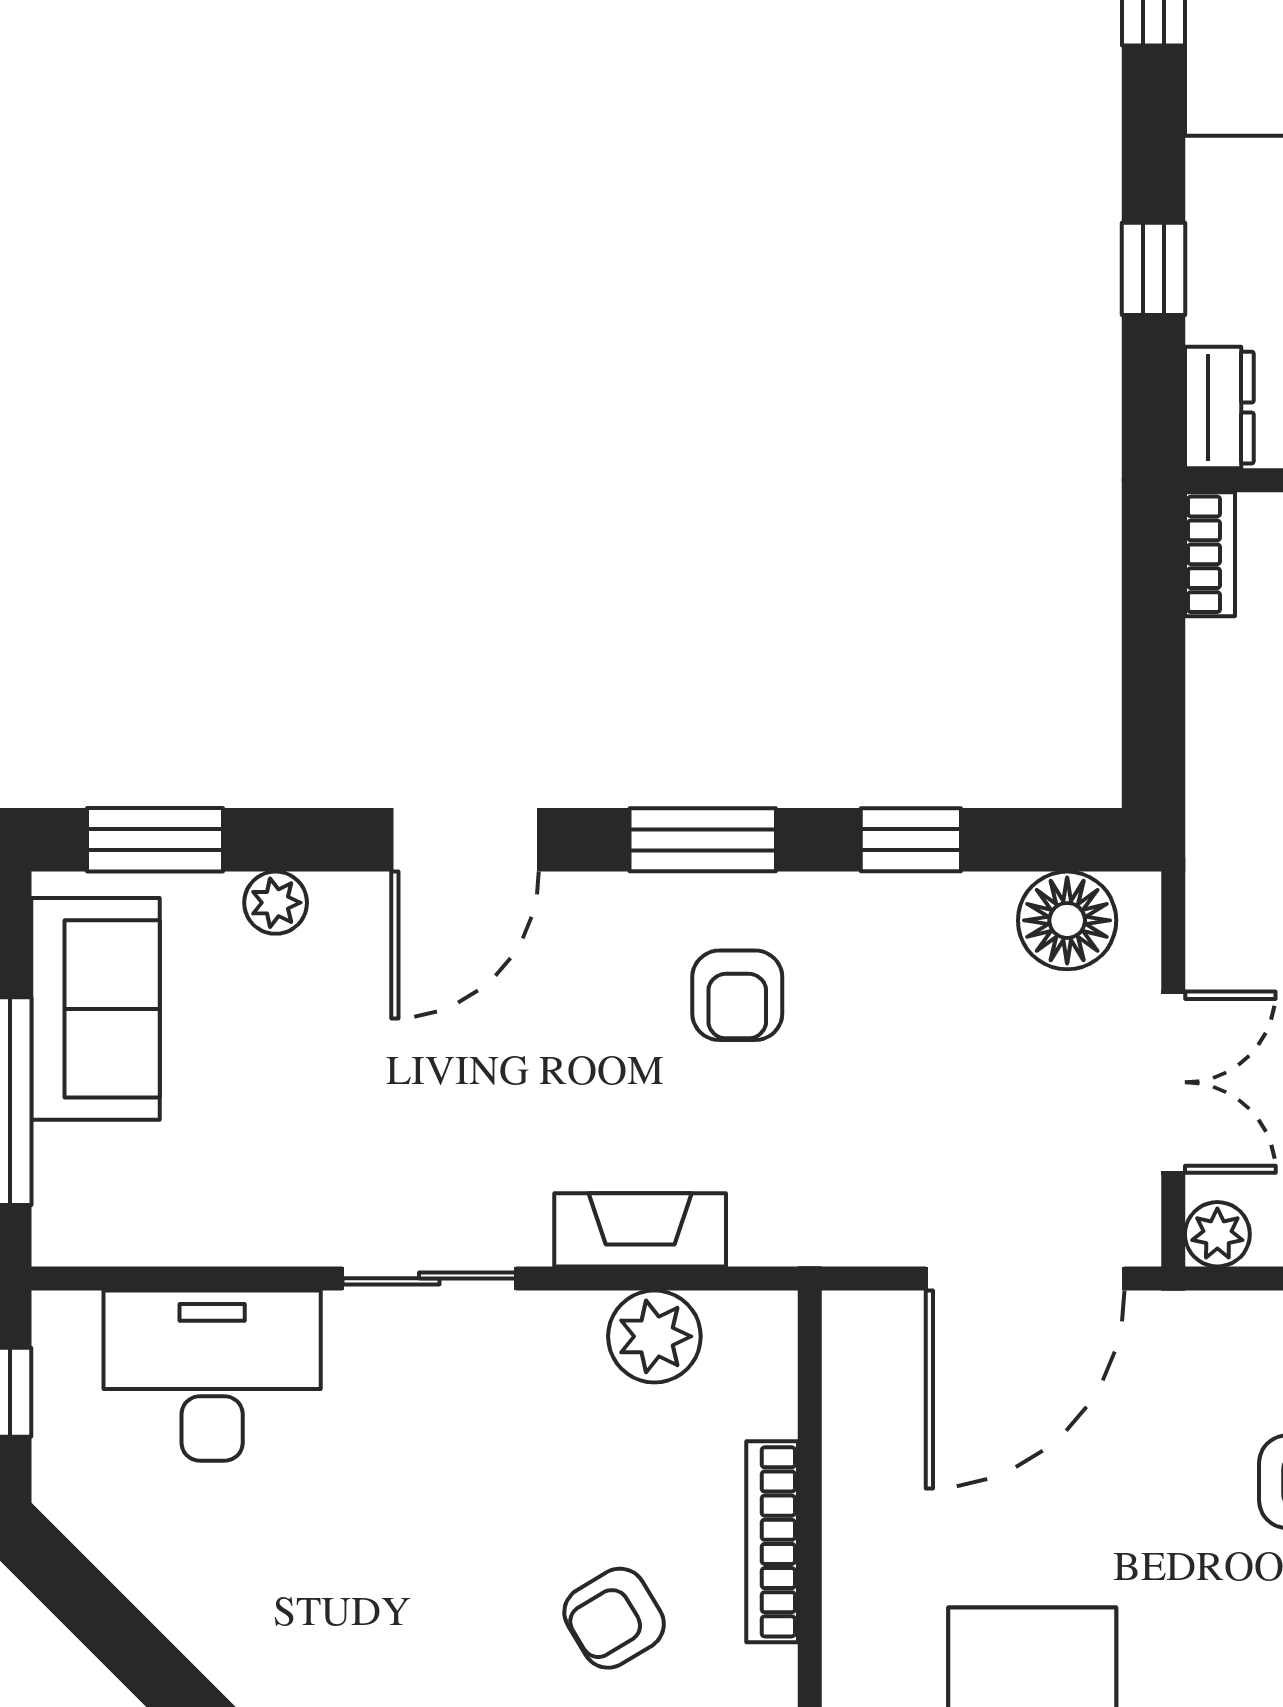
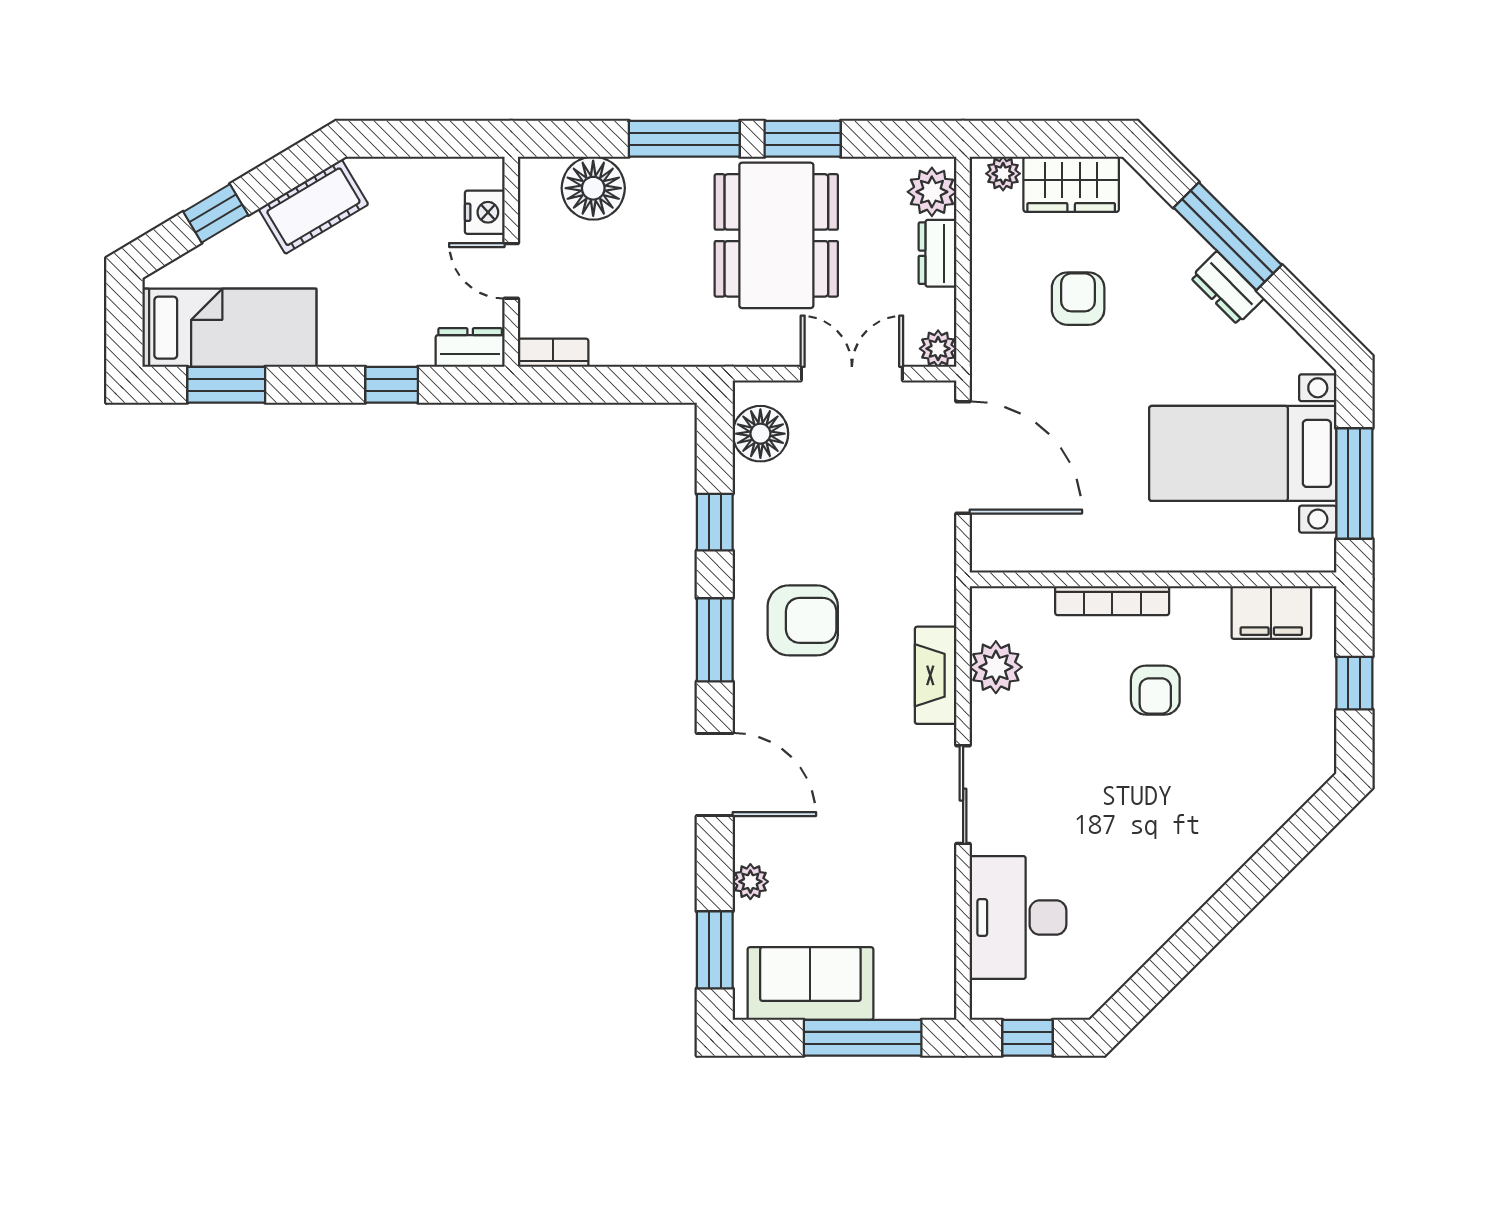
armchair: (737, 995) -> (803, 620), width x1.38, depth x1.38
armchair: (614, 1618) -> (1155, 690), turned 31

